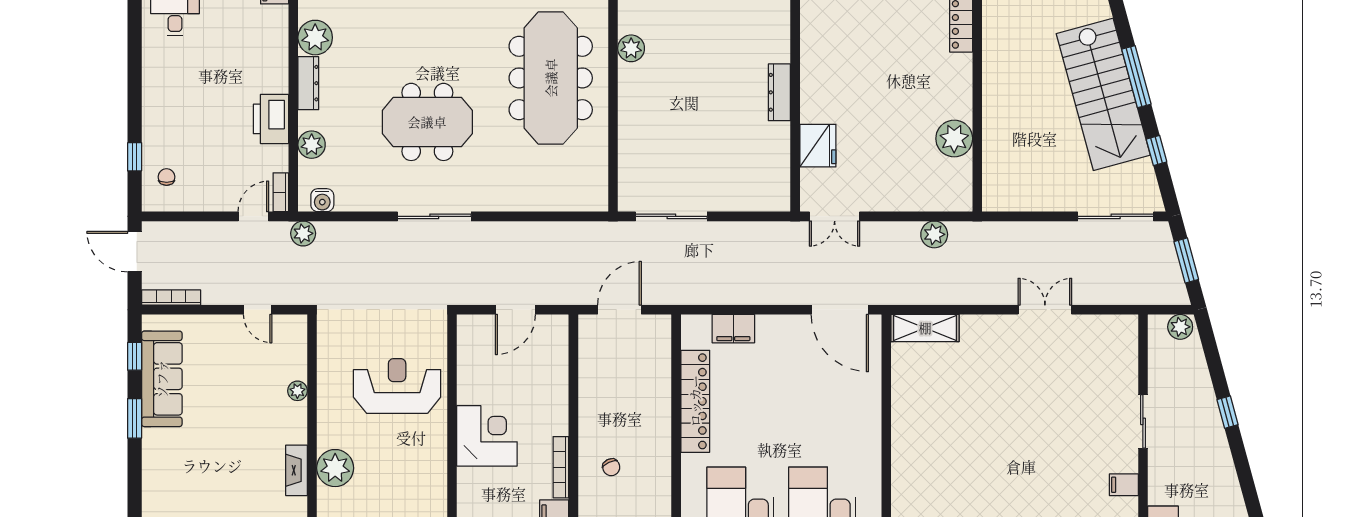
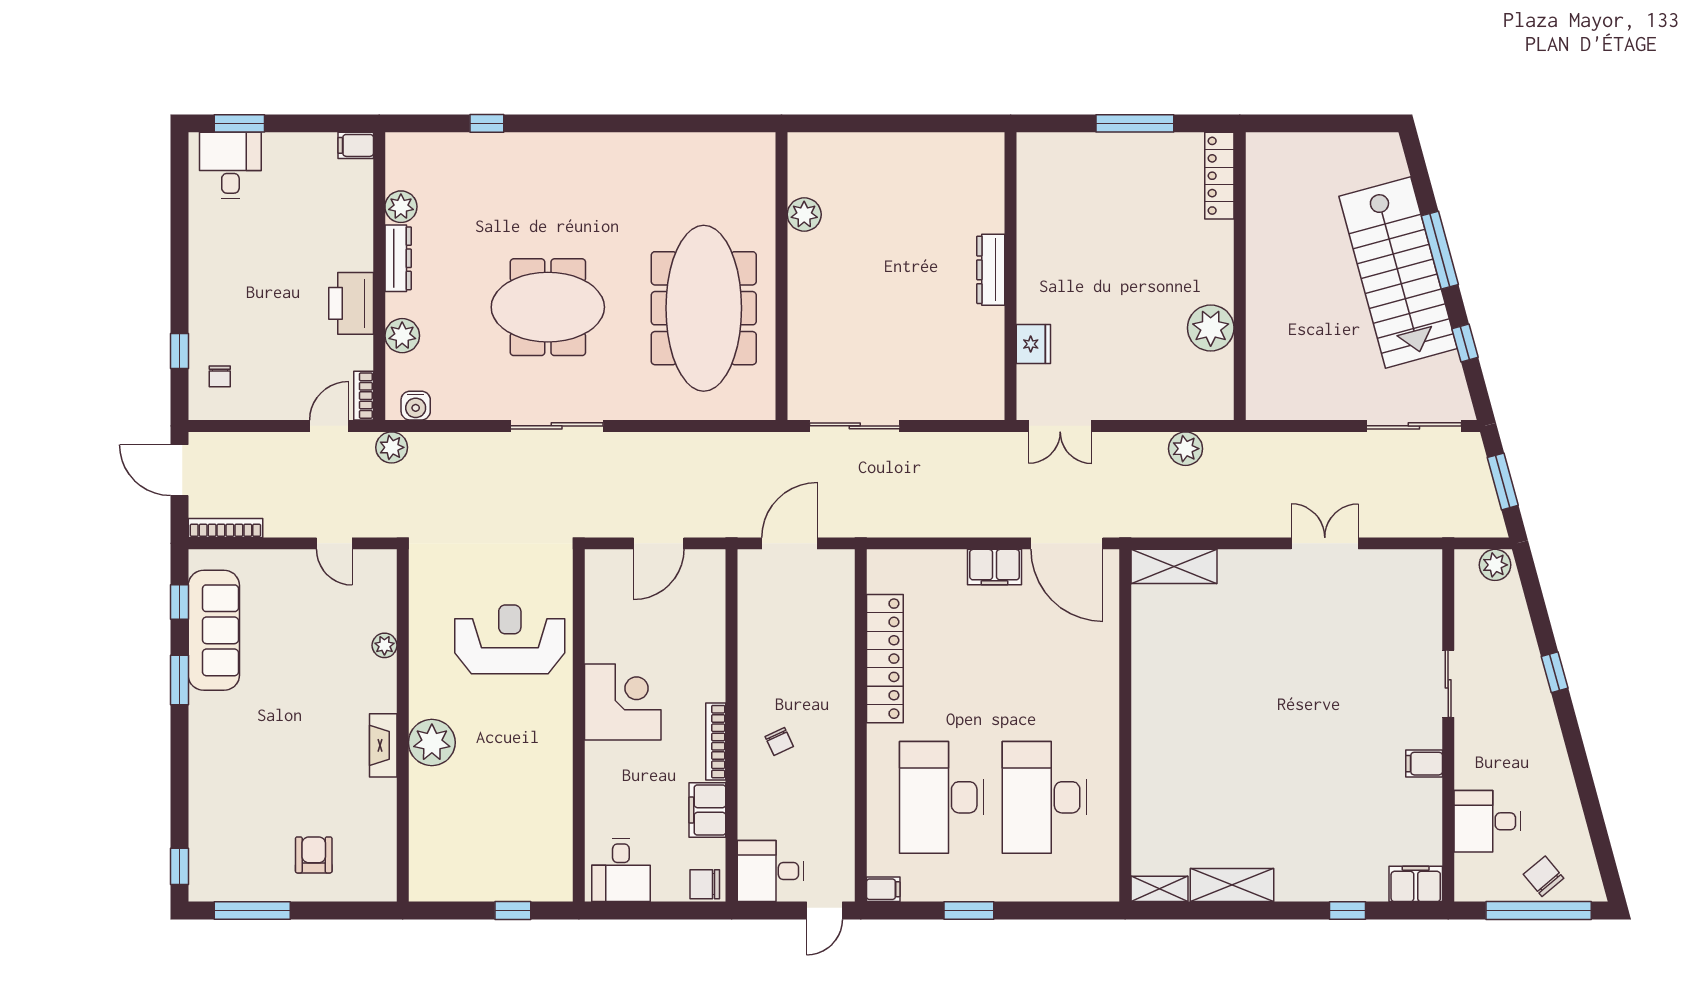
plant: (315, 38) -> (401, 207), width x0.73, depth x0.73
meeting table: (551, 78) -> (704, 308), moved
fridge: (818, 146) -> (1033, 344), width x0.73, depth x0.75
chair: (167, 177) -> (220, 376), turned 180
filing cabinet: (733, 329) -> (995, 567), moved

